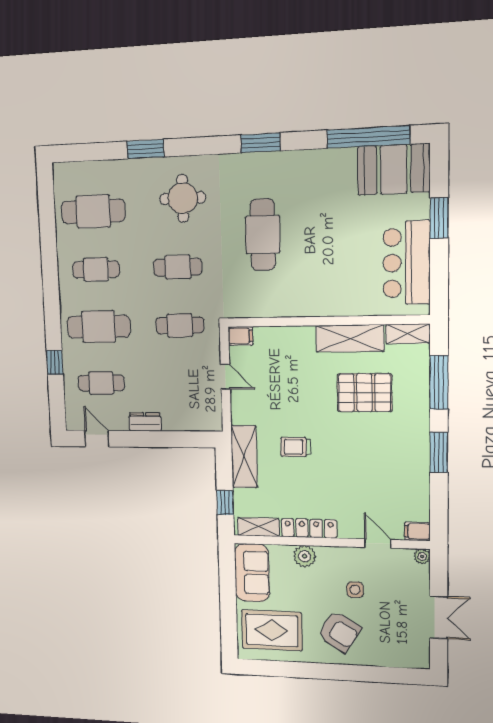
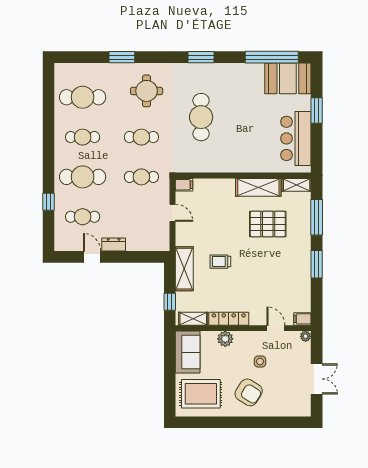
door: (97, 439) -> (92, 257), moved

